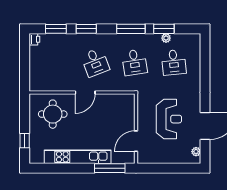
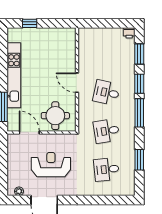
window: (131, 29) -> (139, 113), moved
plant: (166, 38) -> (130, 162), removed
desk: (95, 62) -> (106, 93), turned 33
round table: (53, 114) -> (55, 116), moved
reception desk: (169, 119) -> (51, 165), turned 180

